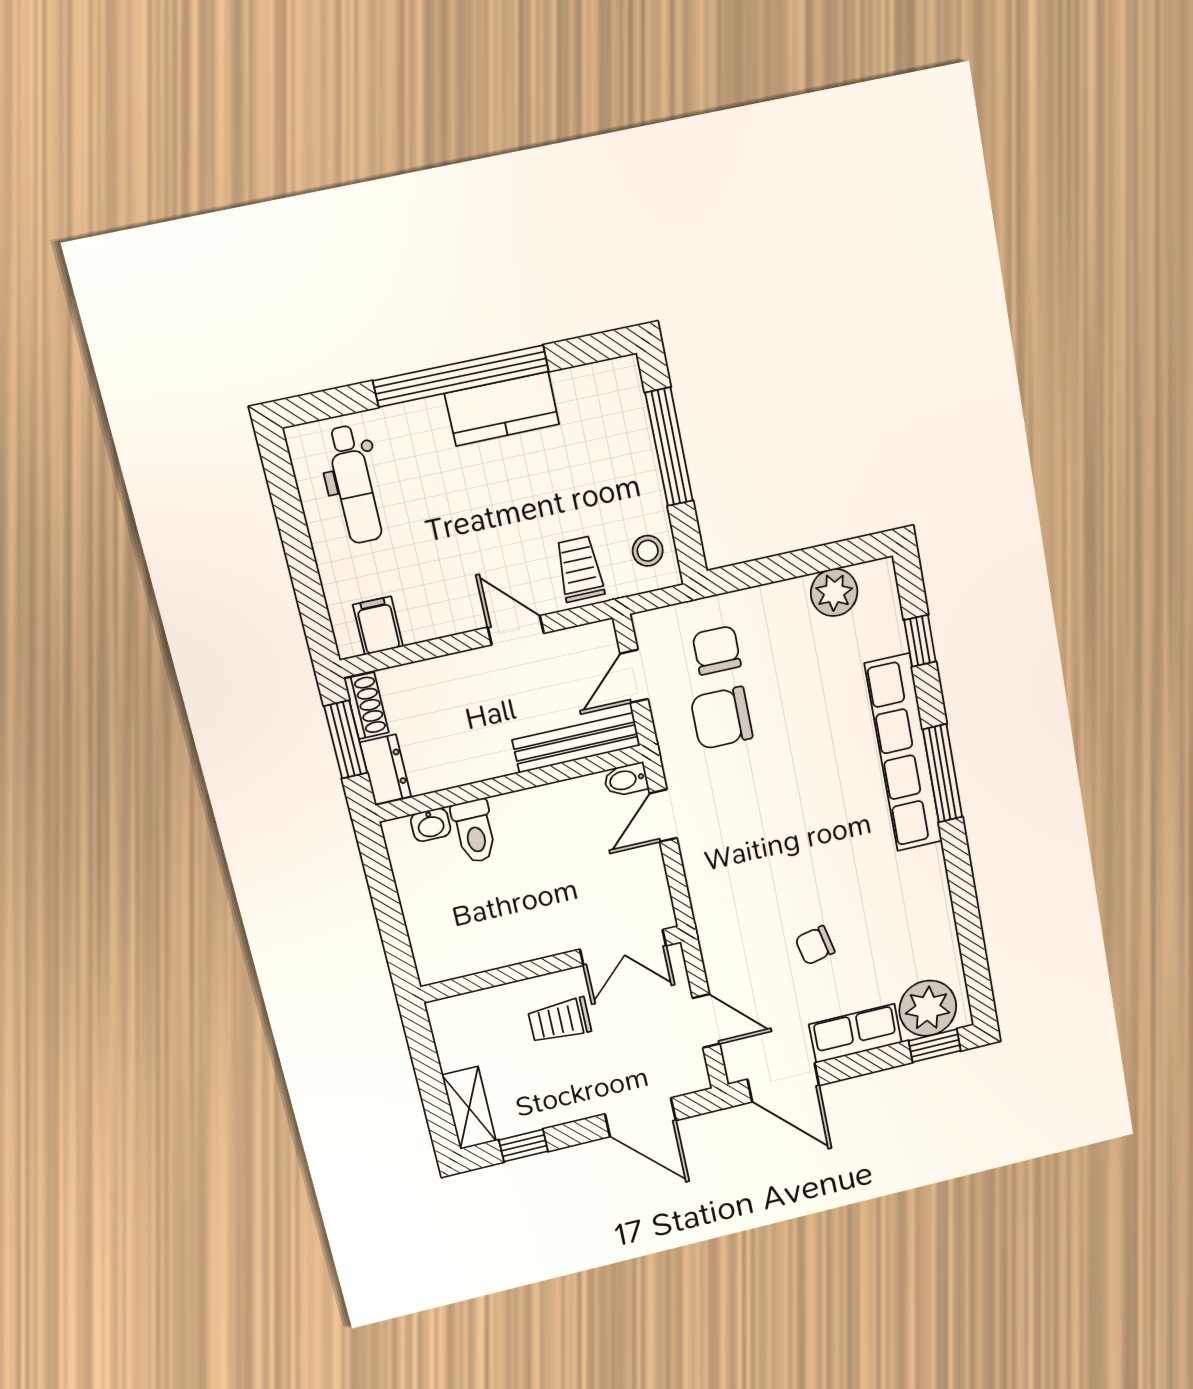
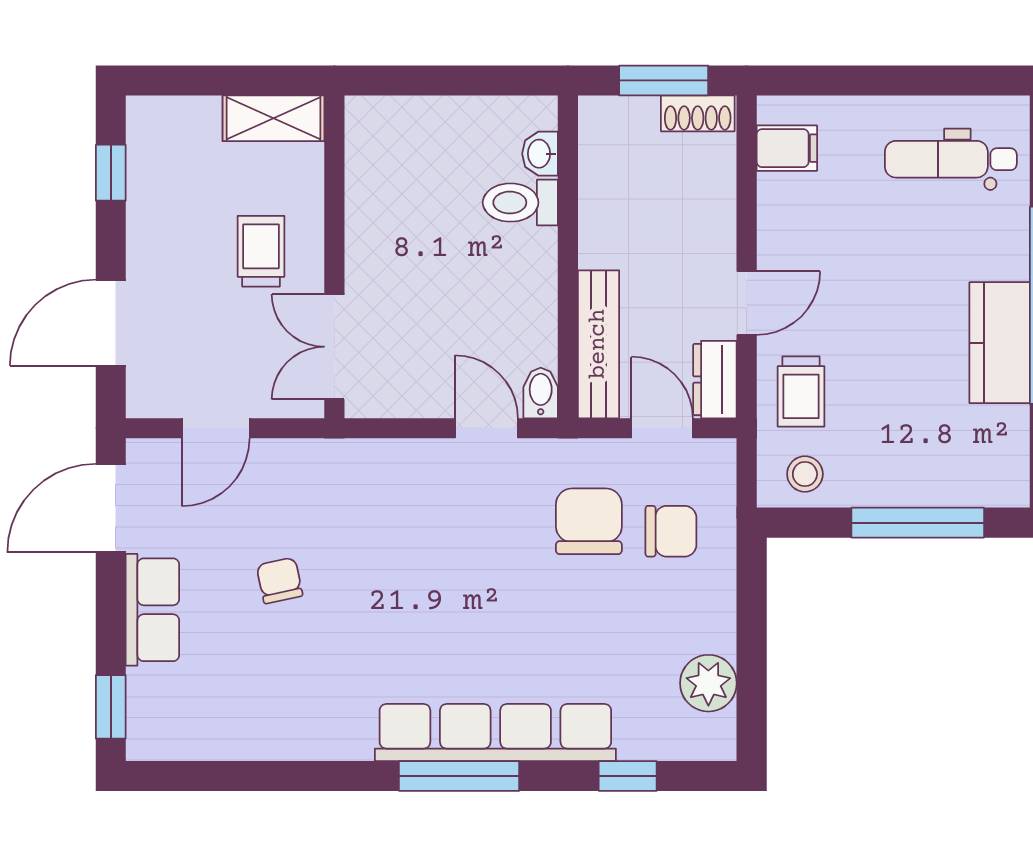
trolley: (580, 569) -> (801, 391), turned 90
dresser: (385, 769) -> (715, 380), moved, turned 90
plant: (928, 1008) -> (163, 707), removed
shelving: (469, 1108) -> (274, 118), moved

